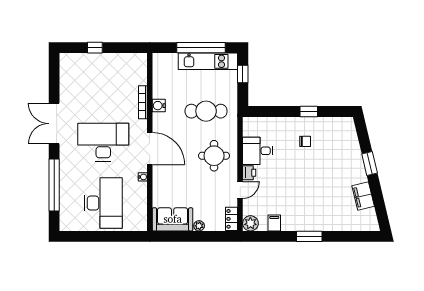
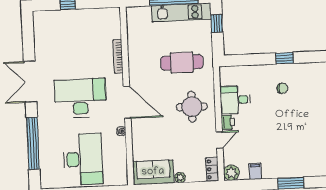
water cooler: (159, 106) -> (134, 59), removed

